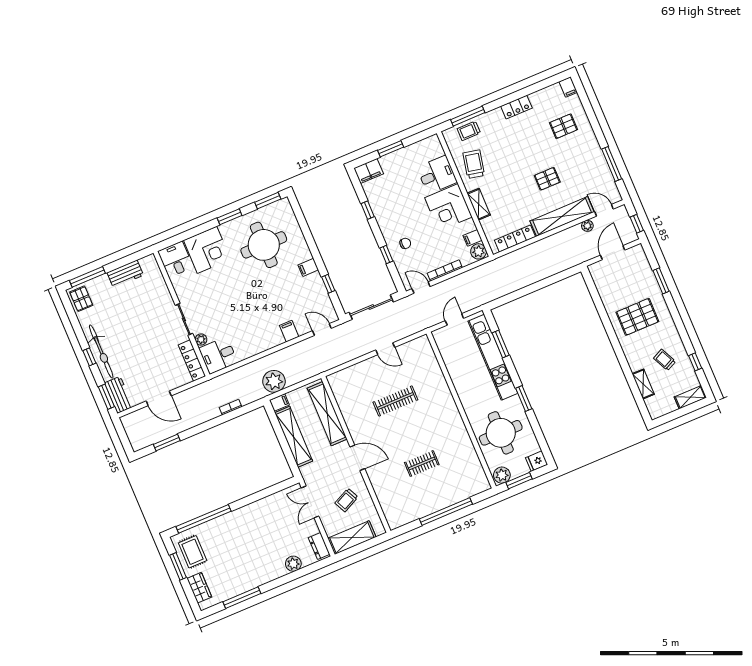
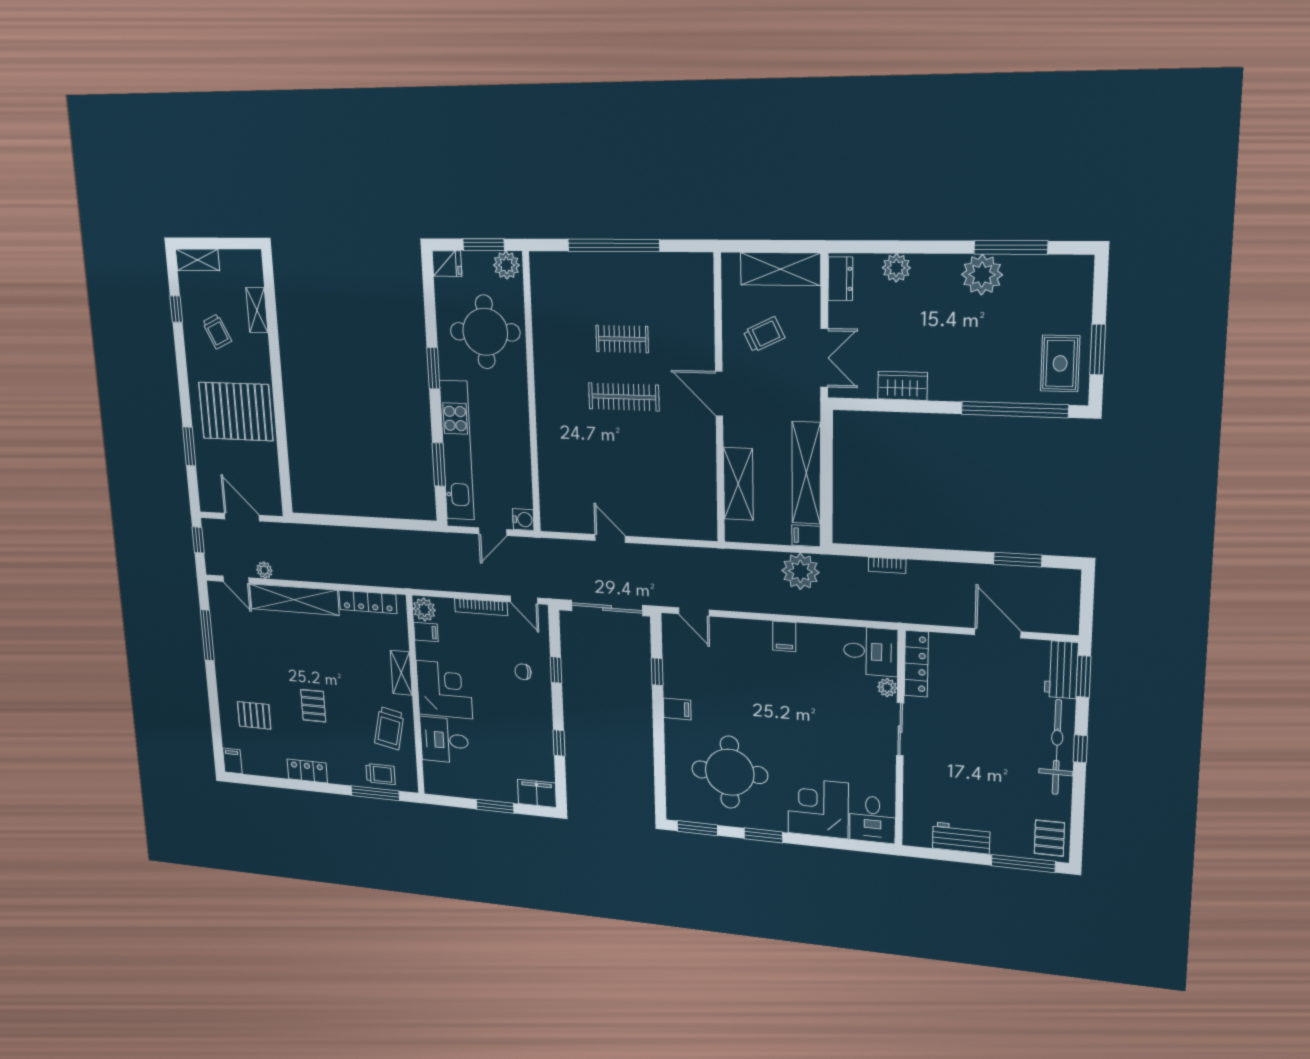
pallet: (547, 179) -> (313, 706), moved, turned 90
door: (613, 253) -> (242, 517), swing flipped
pallet: (637, 317) -> (236, 411), width x1.37, depth x1.41
filing cabinet: (289, 331) -> (784, 636), moved
water cooler: (439, 335) -> (523, 520), added
clothes rail: (395, 401) -> (624, 397), moved
shelving: (327, 414) -> (738, 484), width x0.68
plant: (250, 579) -> (982, 275), added
wardrobe: (199, 588) -> (903, 386), moved, turned 90

